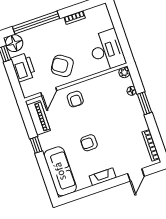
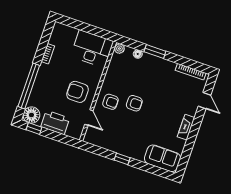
armchair: (62, 66) -> (77, 92), turned 56
piano: (38, 118) -> (103, 141), removed
armchair: (89, 143) -> (134, 103), moved, turned -90
sofa: (60, 171) -> (162, 158), width x0.73

